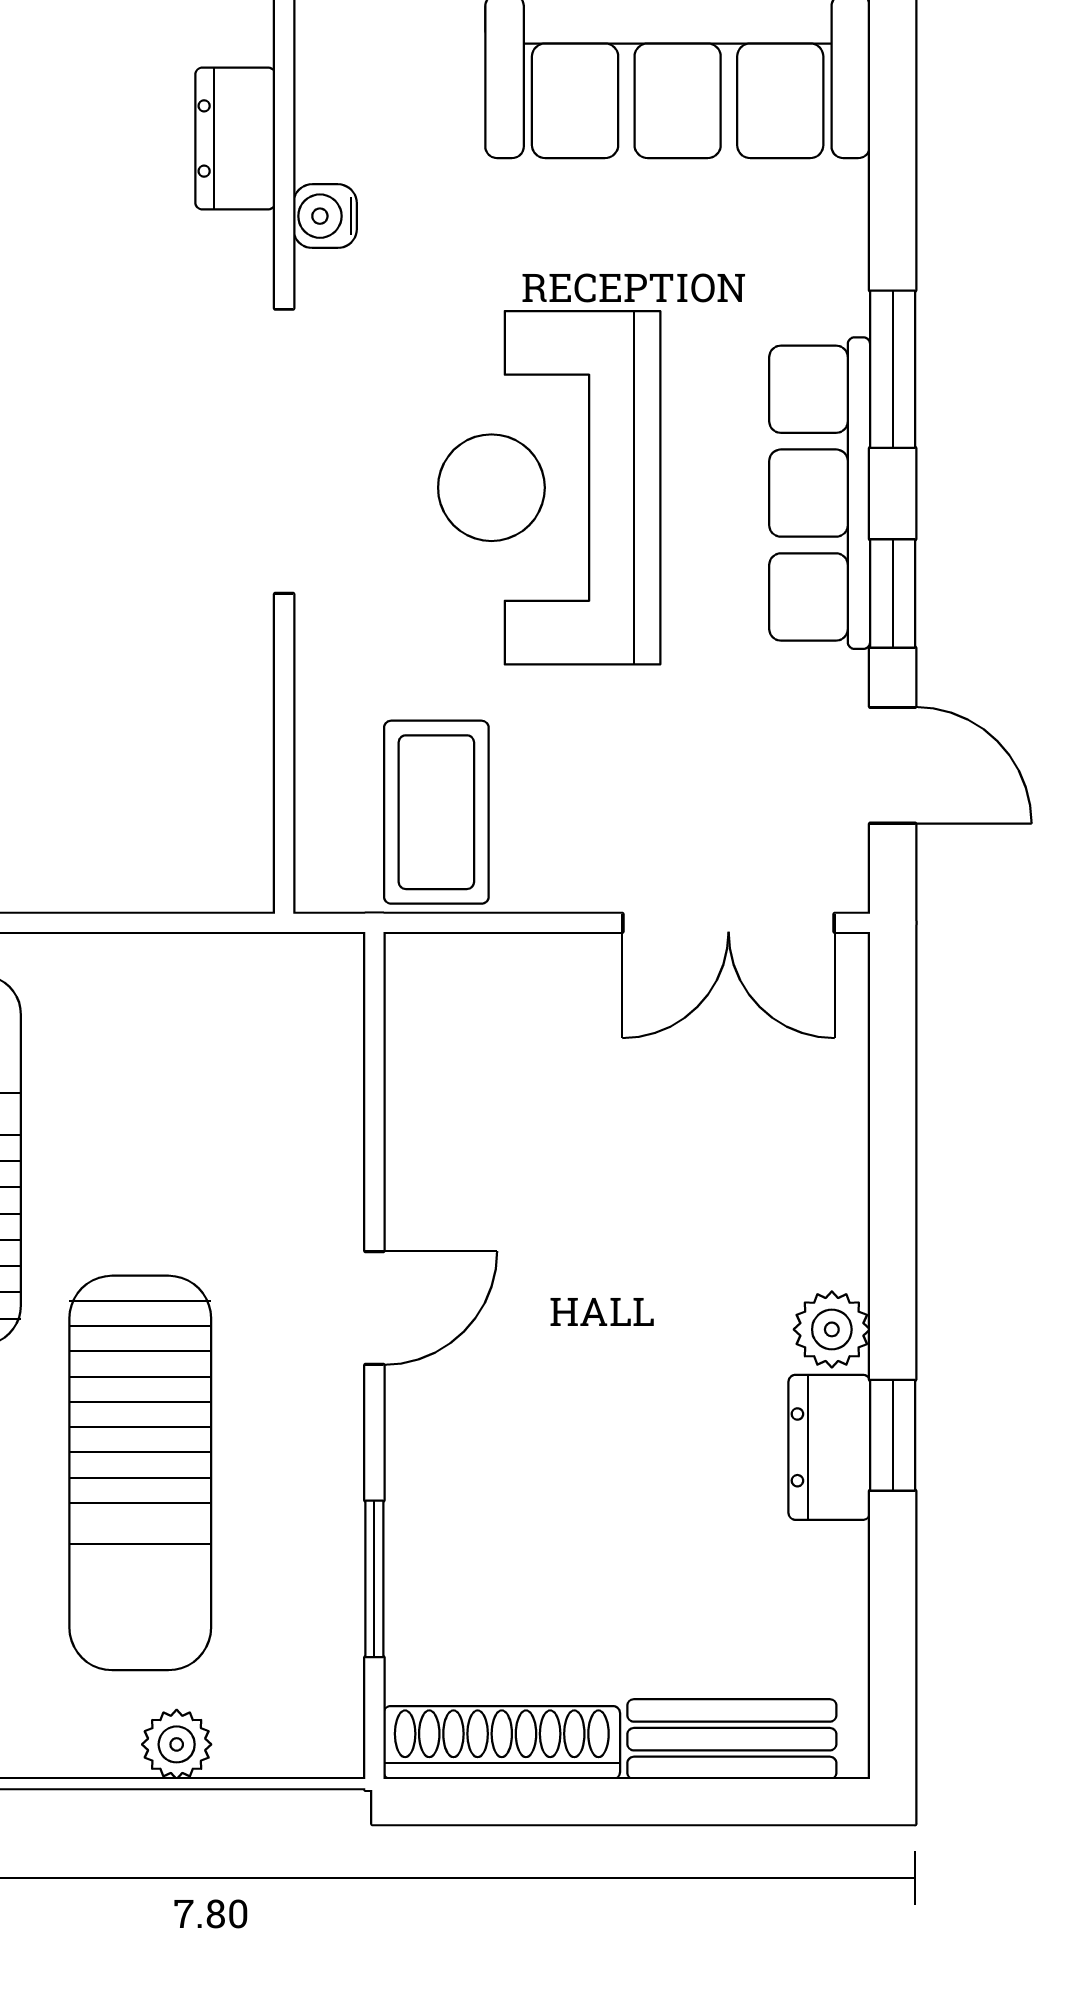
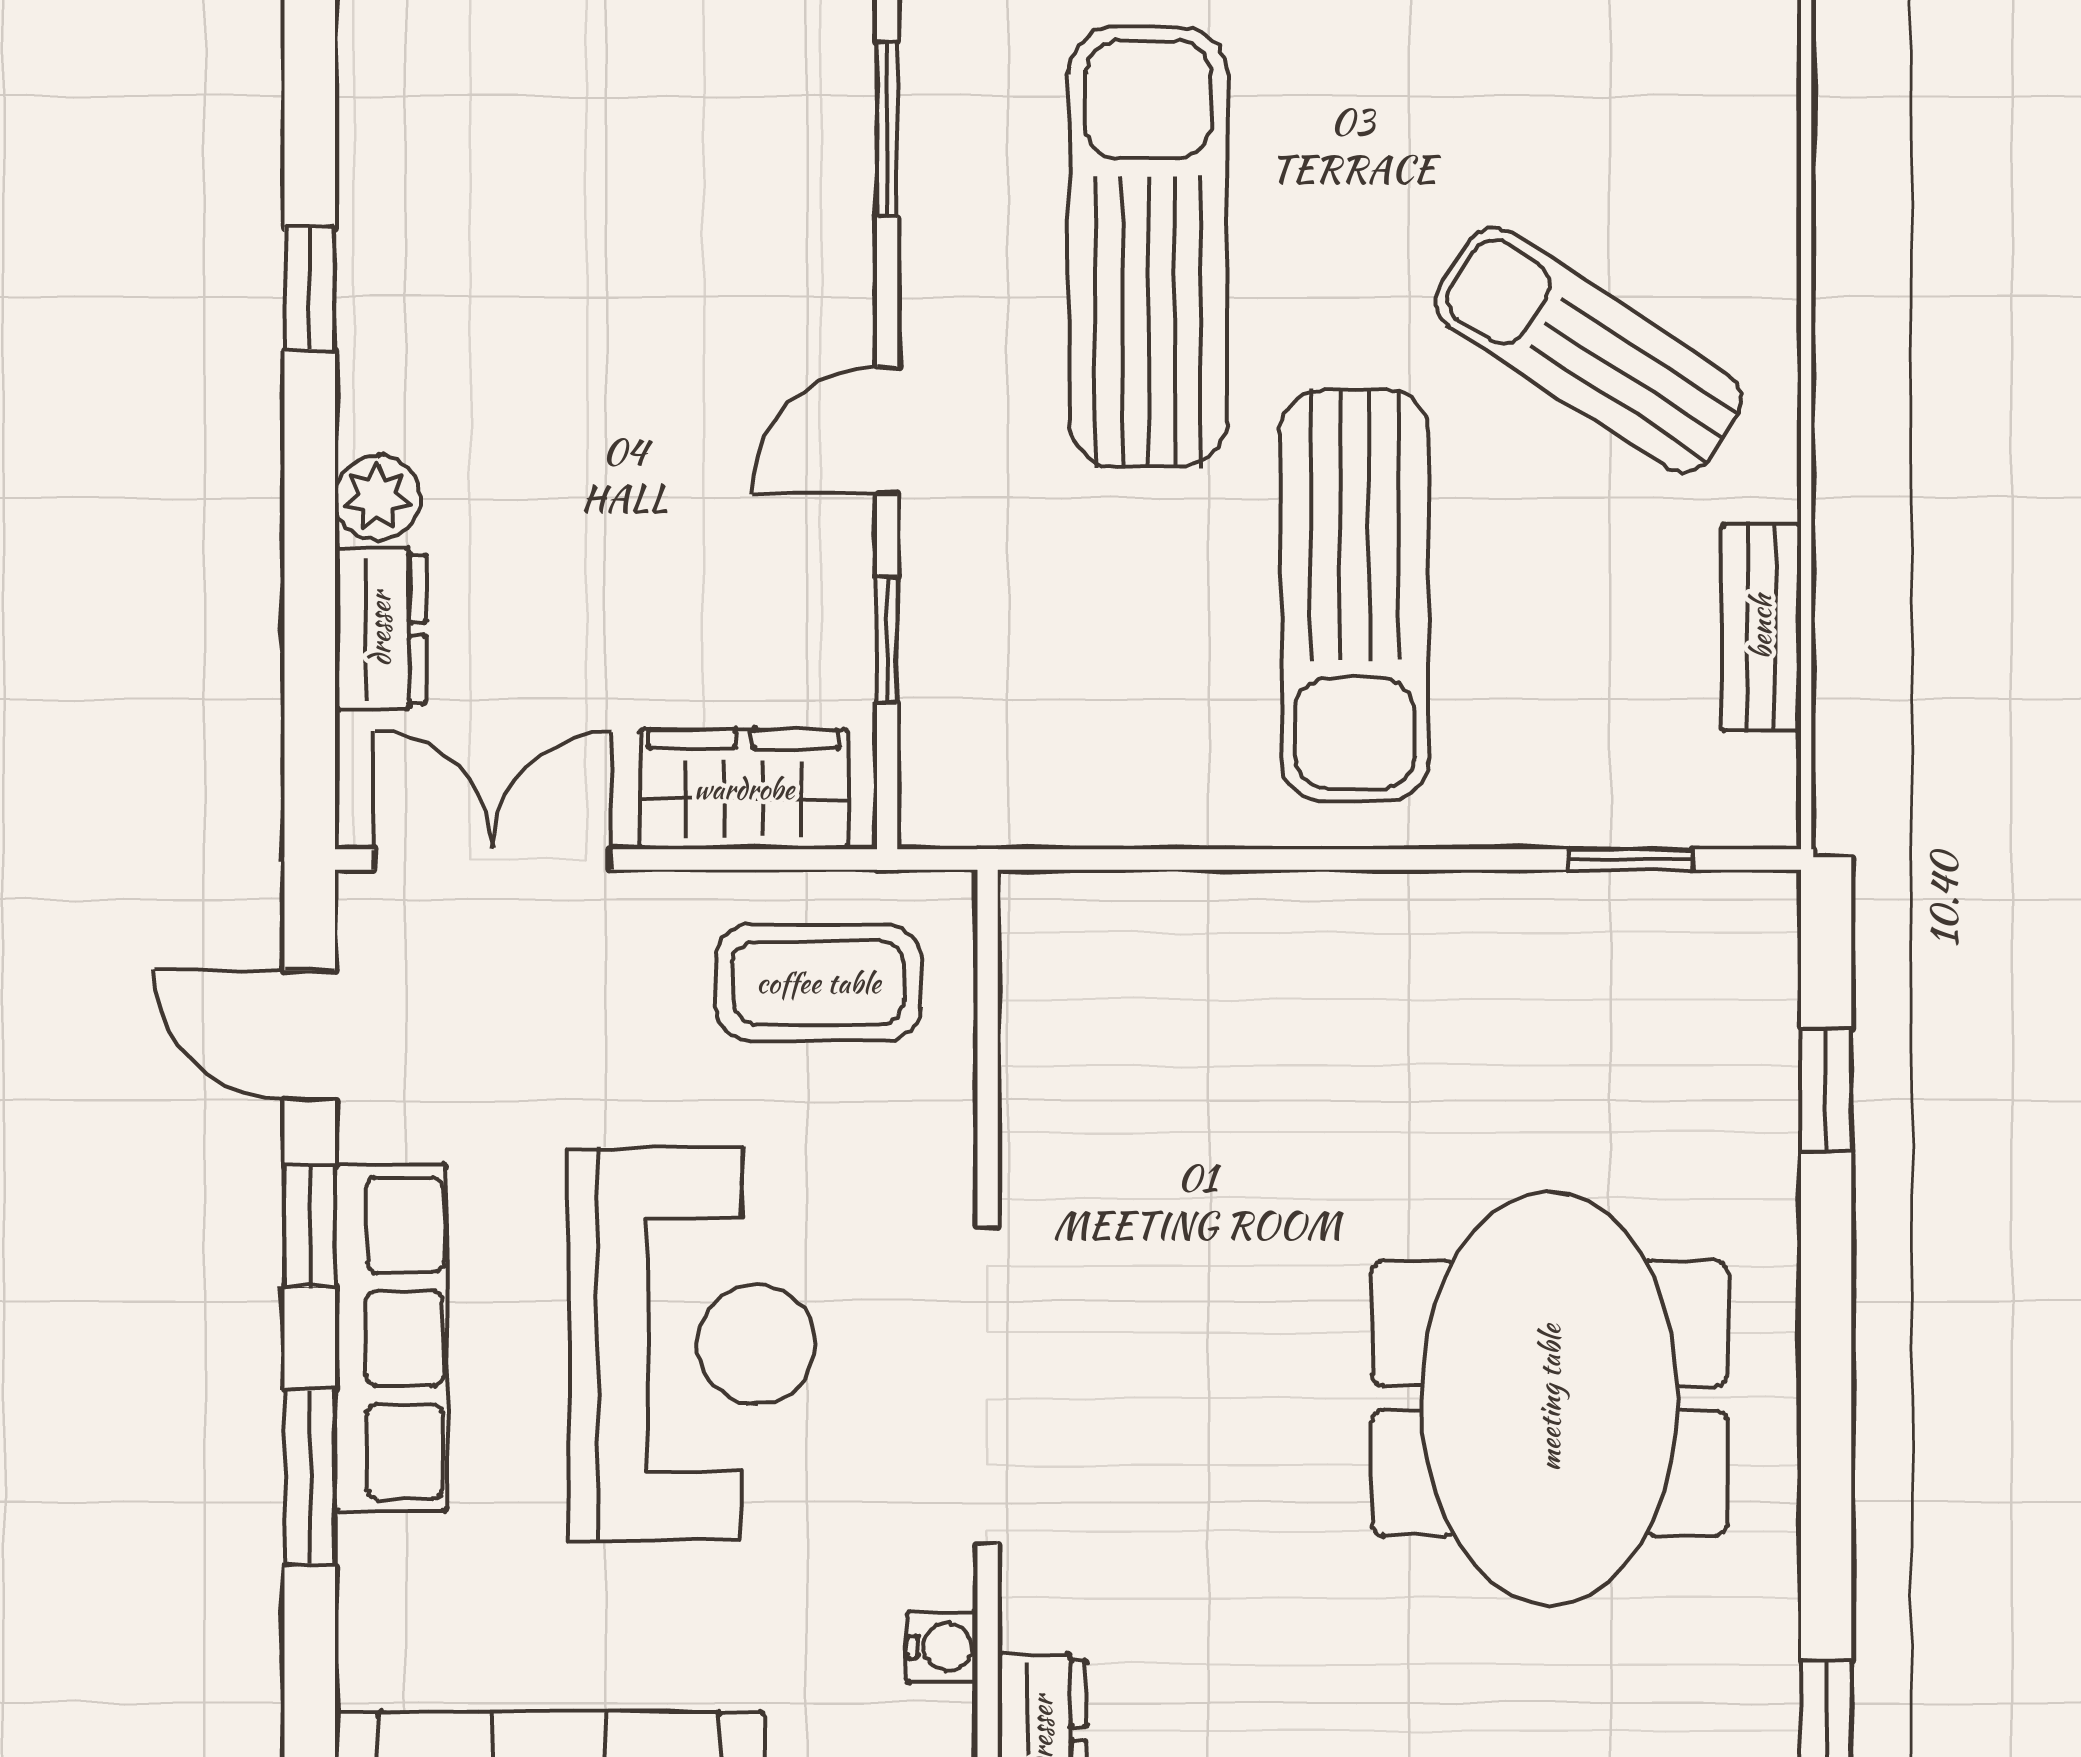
coffee table: (436, 812) -> (818, 983), turned 90
wardrobe: (503, 986) -> (744, 789), added
window: (374, 1120) -> (887, 640), added
plant: (832, 1329) -> (377, 498), moved
dresser: (829, 1447) -> (380, 629), moved

